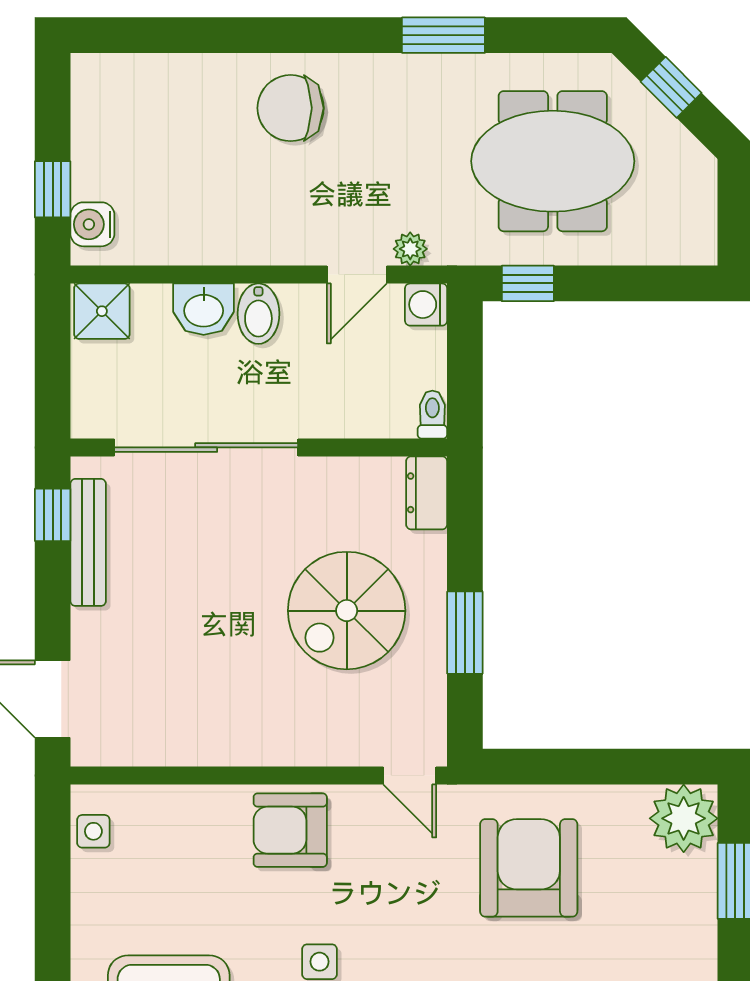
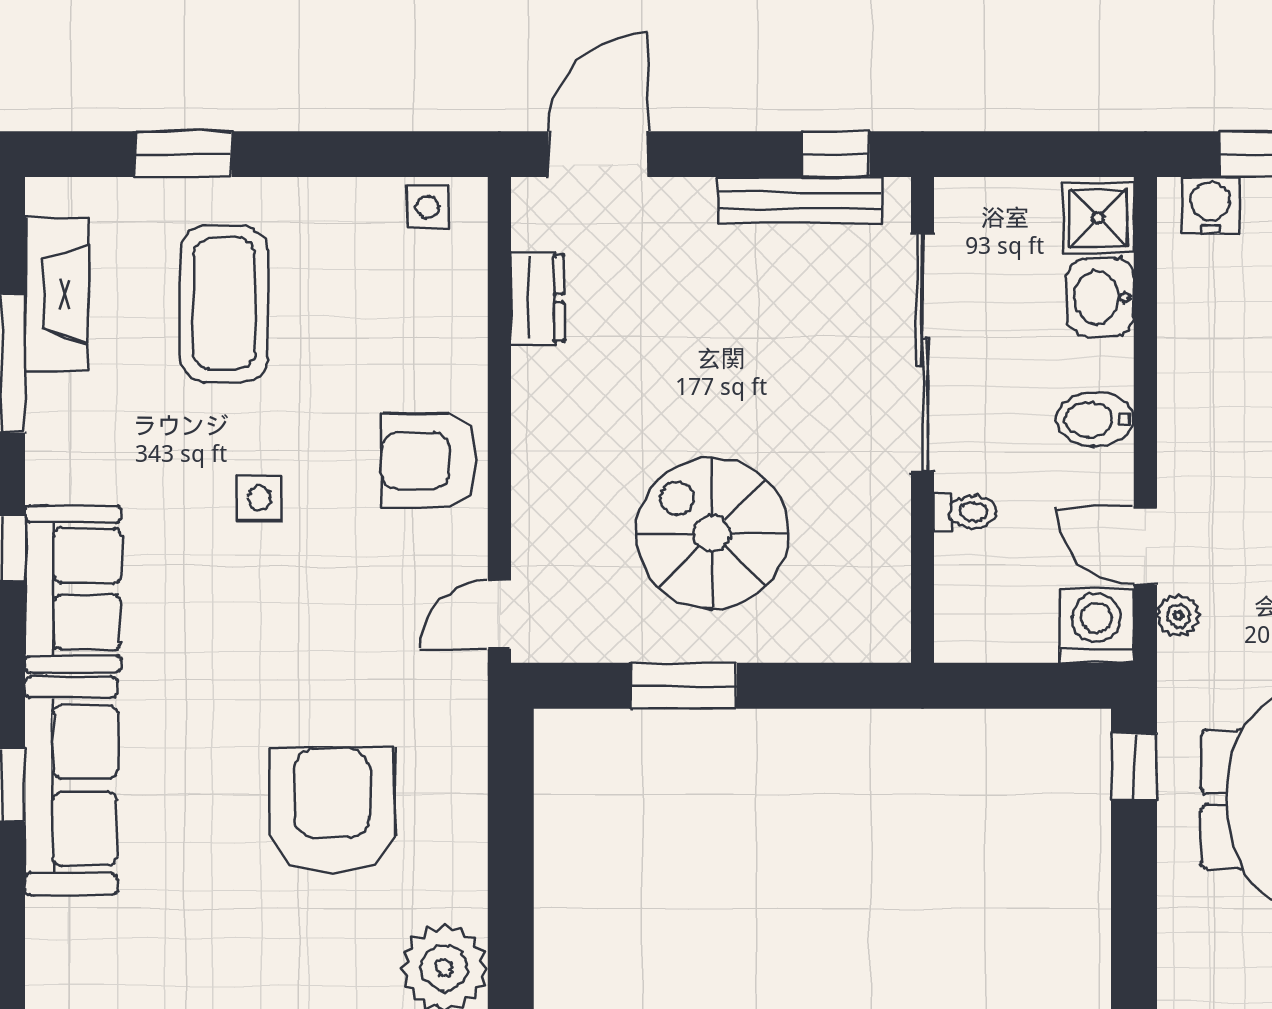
washing machine: (426, 305) -> (1097, 625), width x1.38, depth x1.38
washbasin: (204, 309) -> (1101, 297), moved
toilet: (432, 415) -> (965, 512), moved
dresser: (427, 493) -> (537, 298), moved, turned 90
armchair: (290, 830) -> (429, 461), turned -90
armchair: (529, 868) -> (332, 811), moved, turned -90

